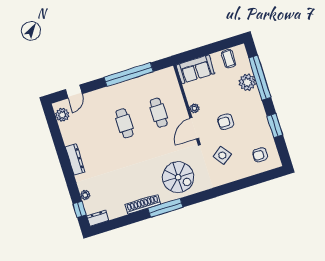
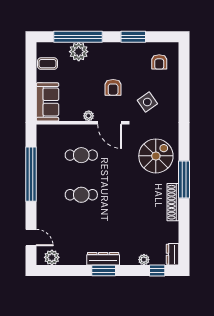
window: (65, 163) -> (104, 271), added

